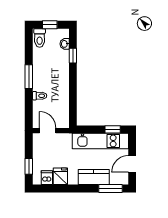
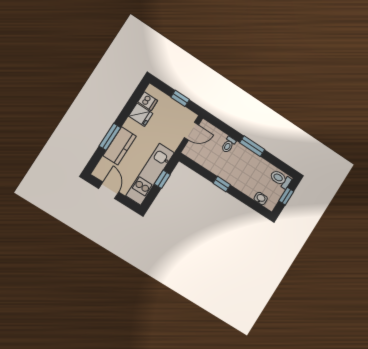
window: (73, 56) -> (222, 184), moved
window: (113, 129) -> (162, 179), moved
window: (29, 166) -> (180, 98), moved
window: (111, 188) -> (110, 137), moved

